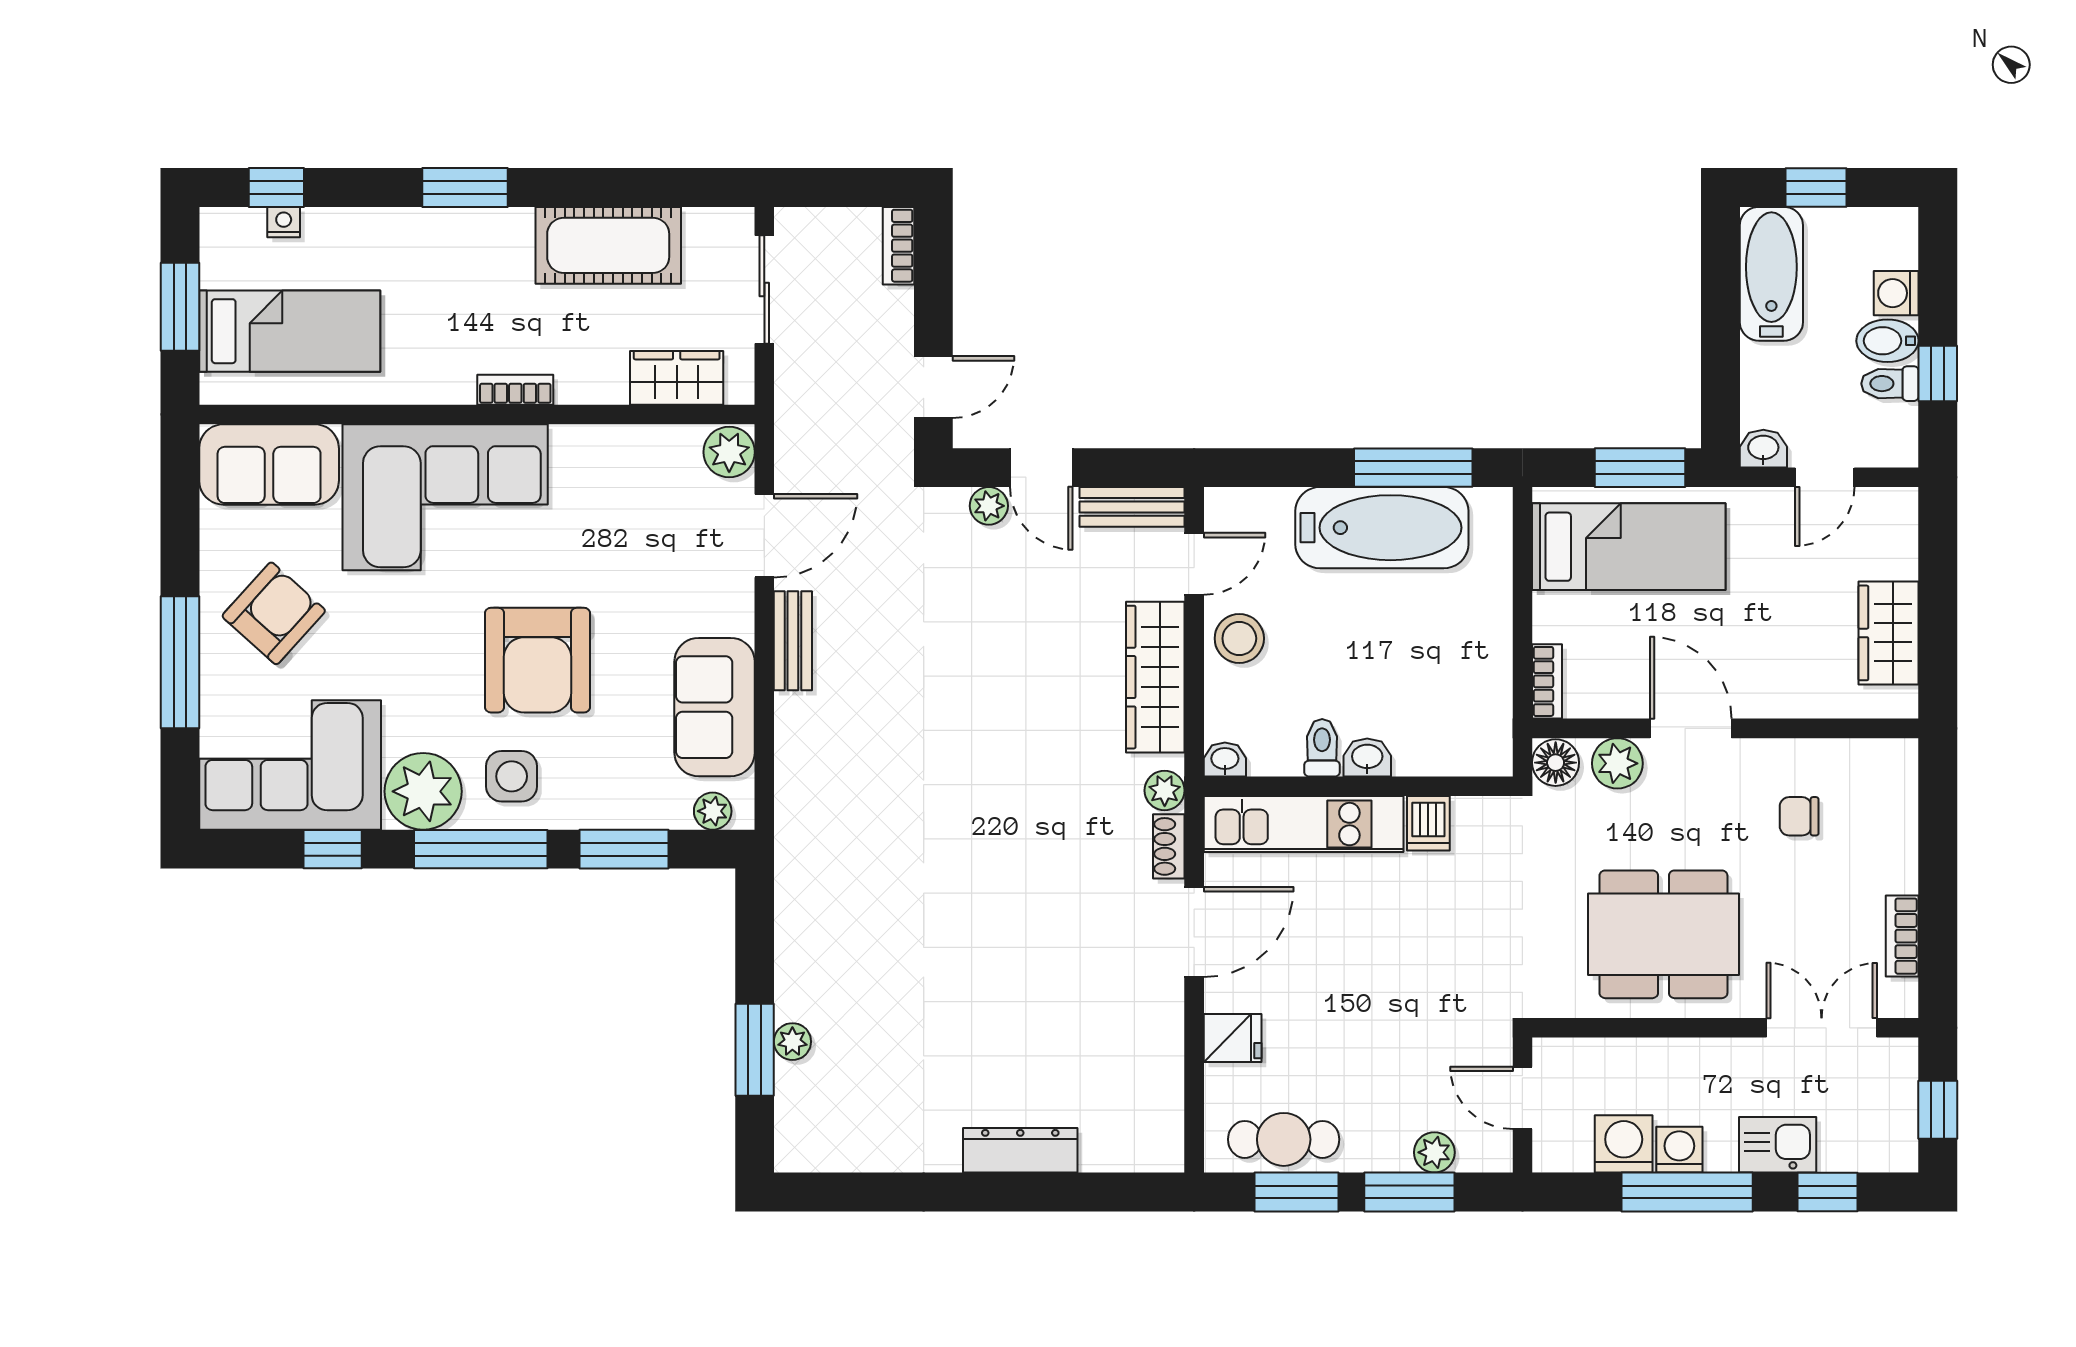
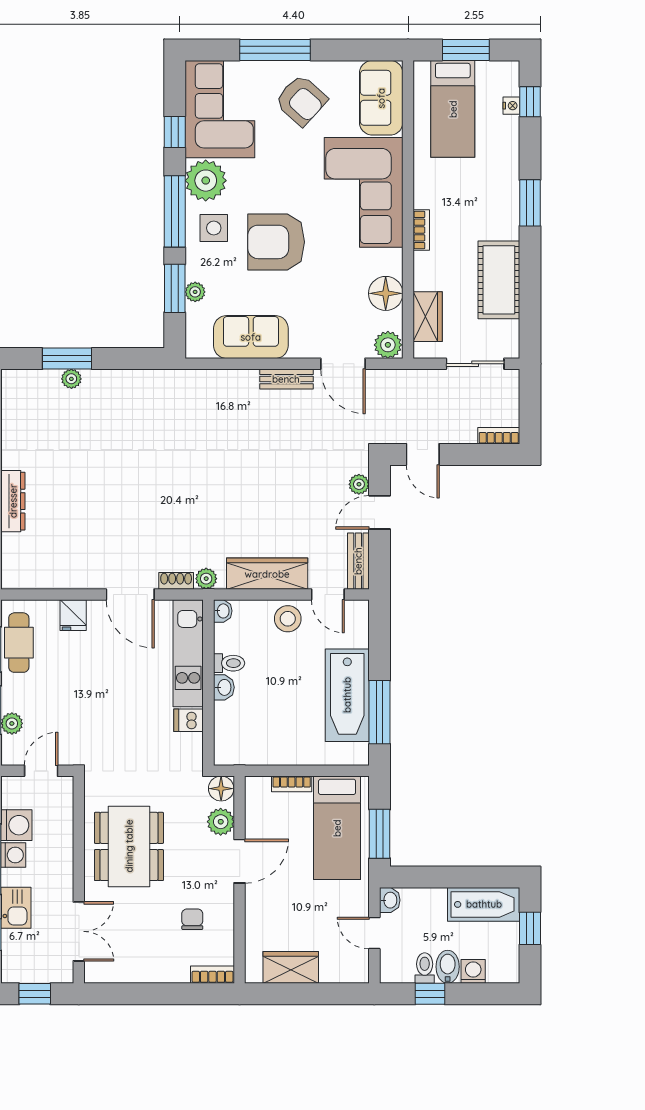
floor lamp: (633, 456) -> (386, 293), added
bookcase: (1547, 681) -> (292, 784), moved
plant: (713, 811) -> (195, 292), moved
bookcase: (1902, 936) -> (213, 975), moved

